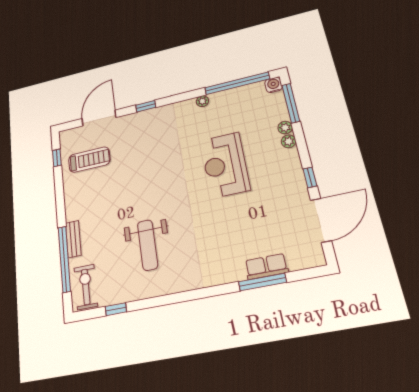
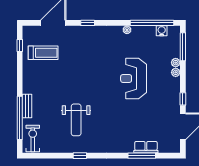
water cooler: (273, 85) -> (162, 31), moved
window: (116, 309) -> (80, 156), moved

